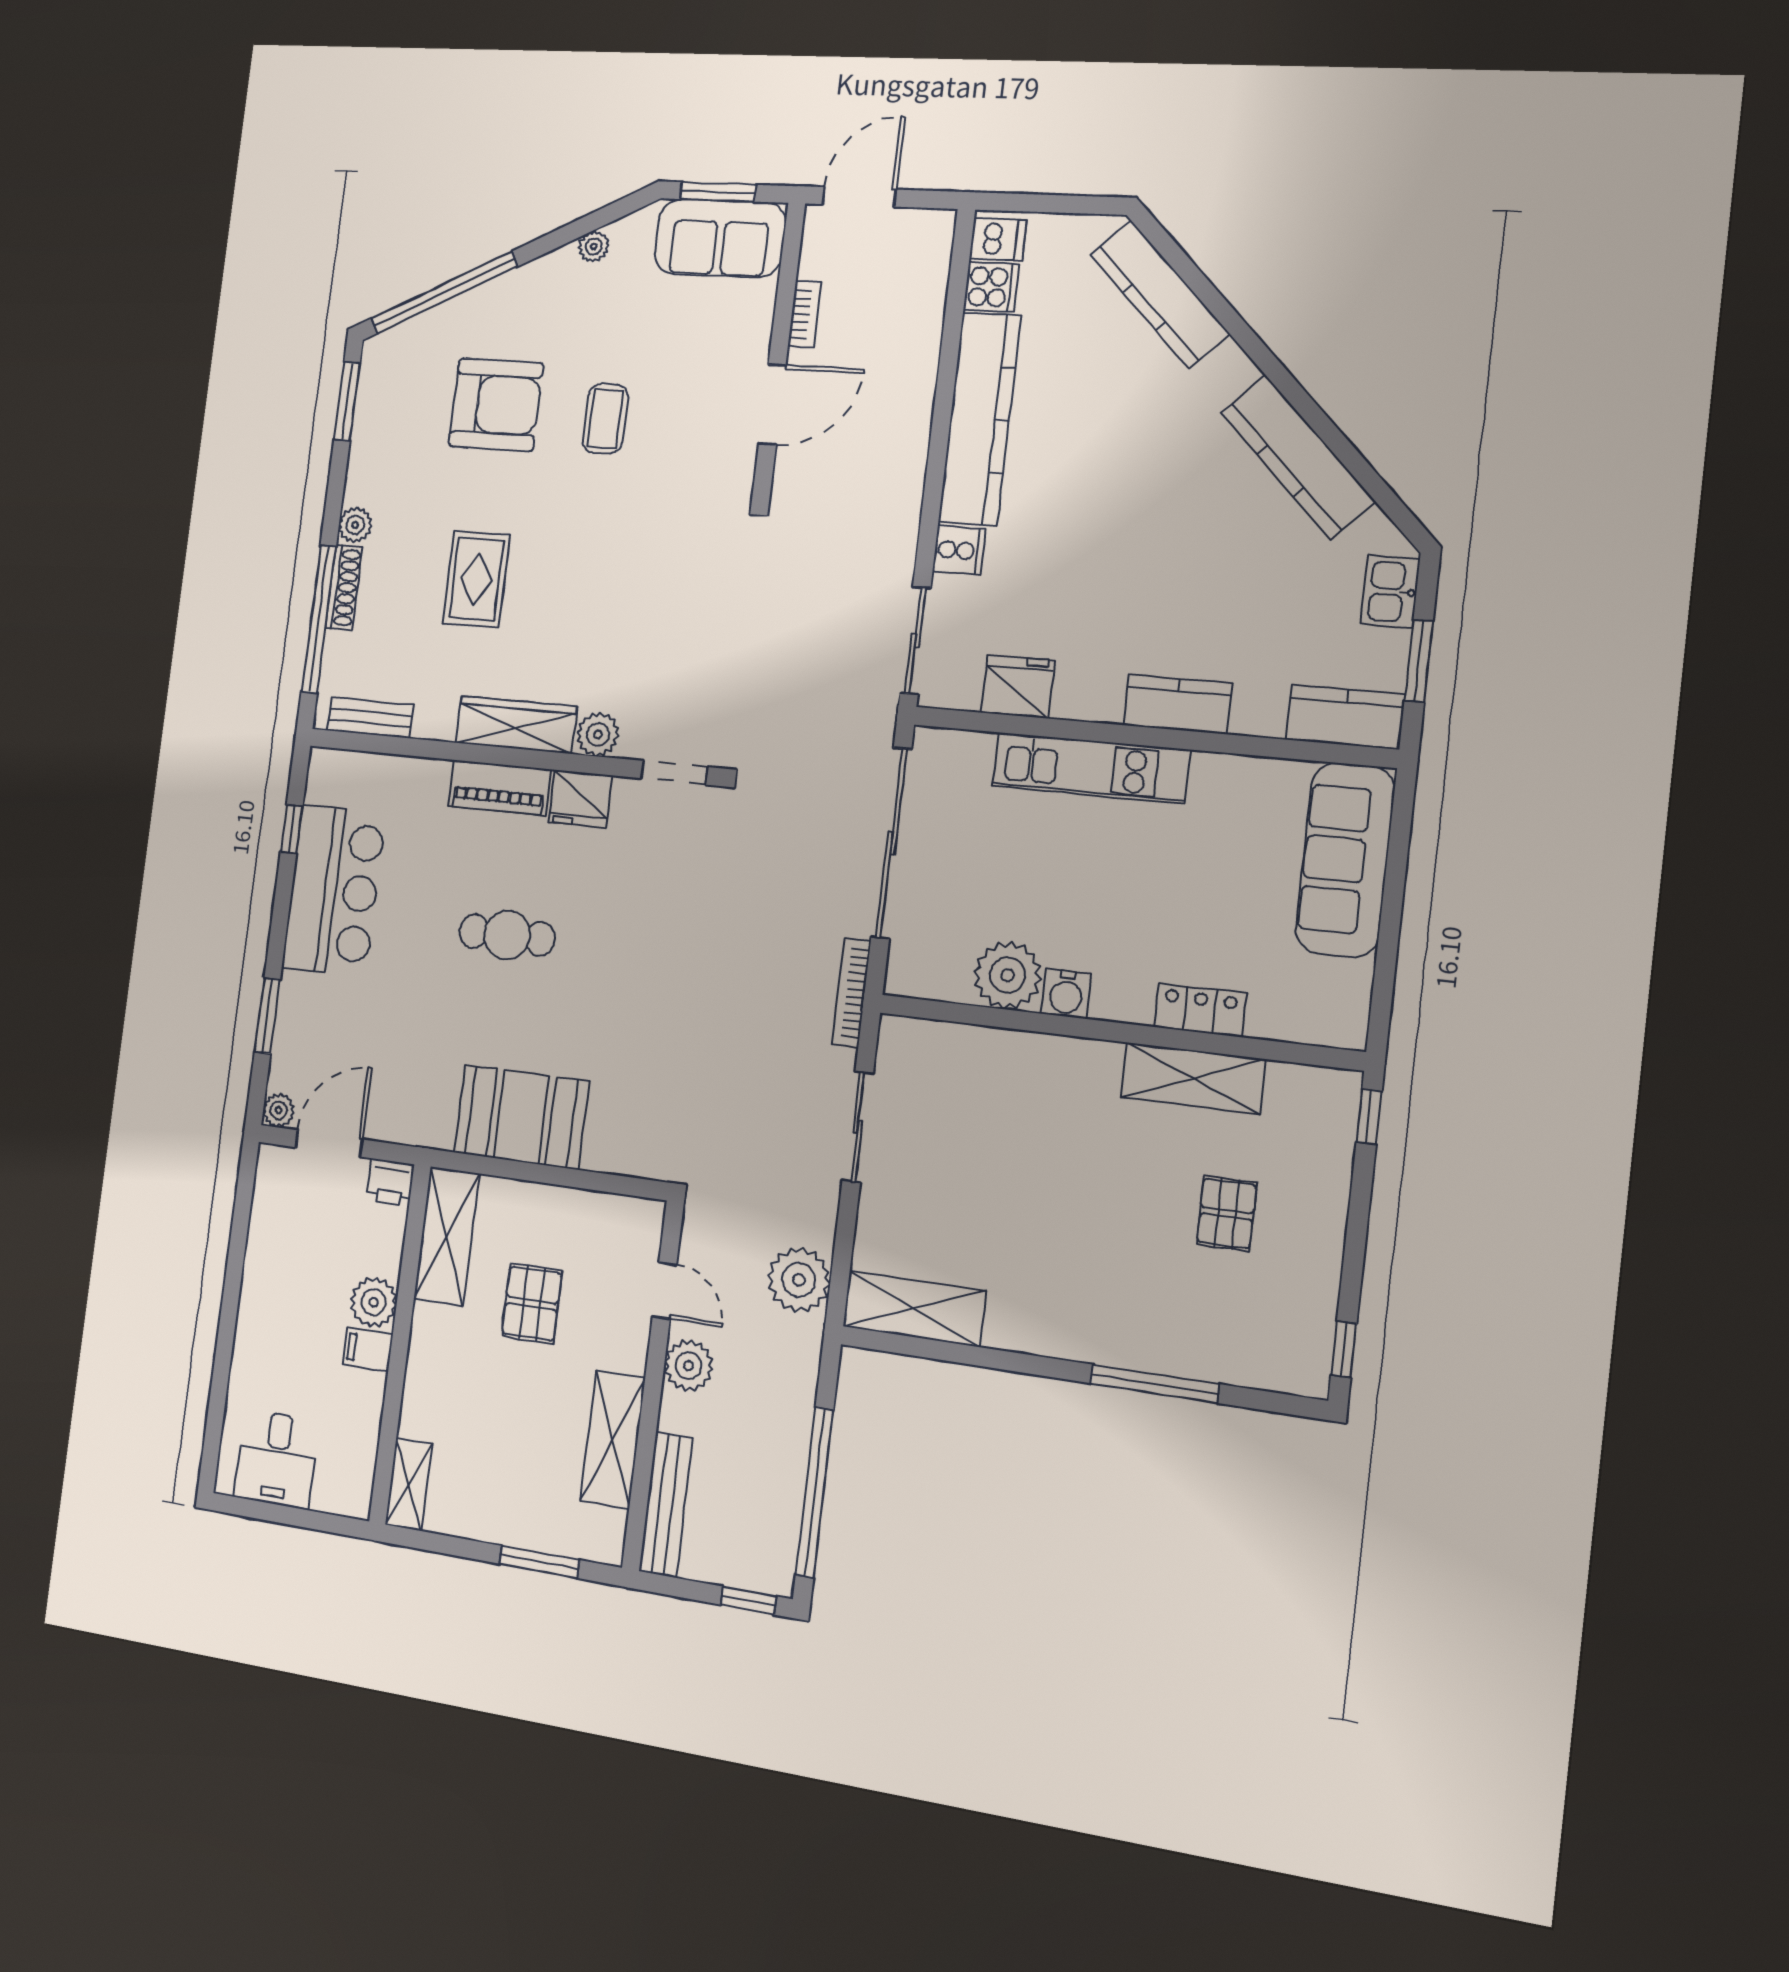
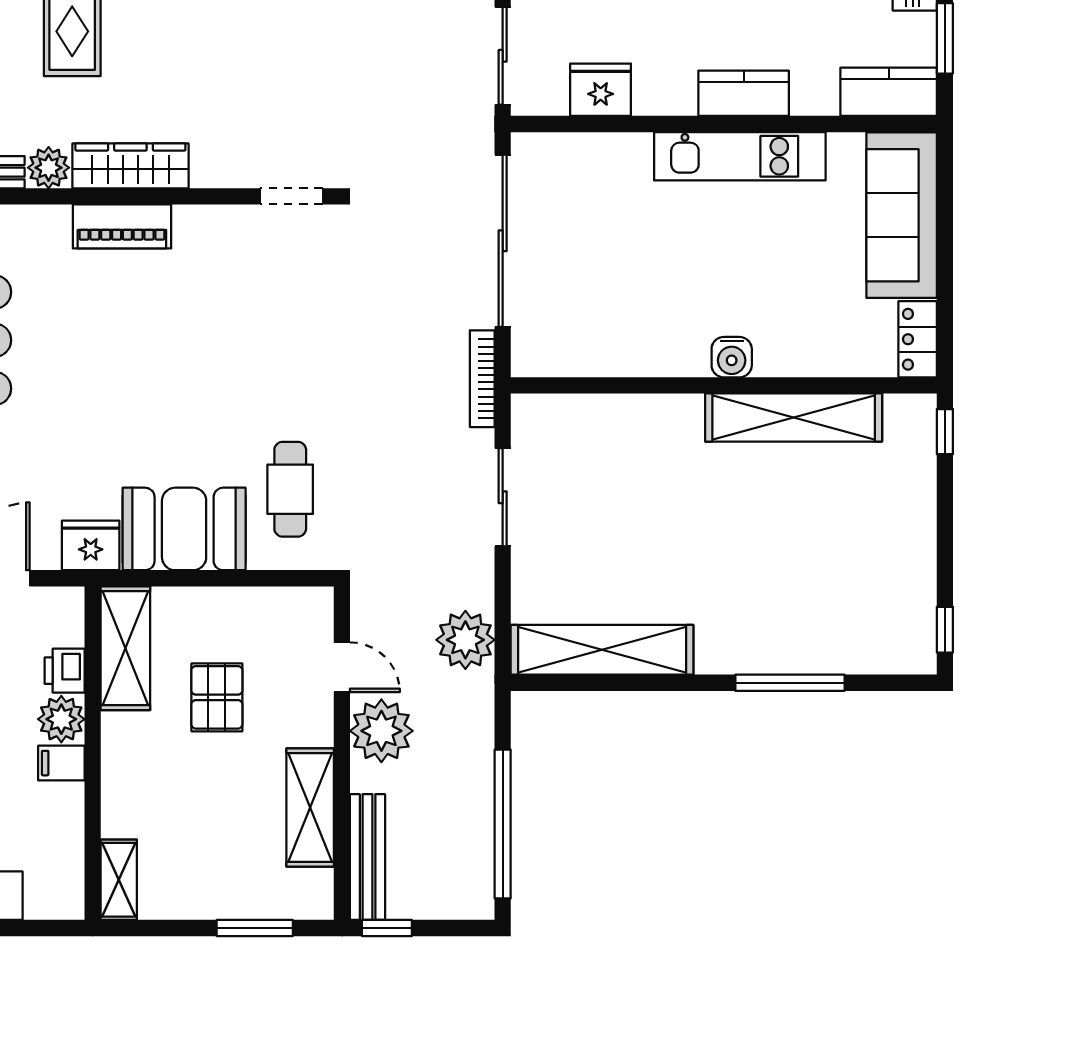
plant: (598, 734) -> (49, 168), moved
kitchen unit: (1091, 768) -> (740, 156), moved
fridge: (580, 799) -> (91, 545), moved, turned 180
cafe table: (507, 935) -> (290, 489), moved, turned 90
plant: (1008, 975) -> (622, 347), removed
water cooler: (1066, 994) -> (732, 357), moved
locker: (1200, 1010) -> (918, 339), moved, turned -90
shelving: (1193, 1078) -> (794, 417), width x1.47
printer: (390, 1182) -> (65, 671), moved, turned 90
pallet: (1227, 1213) -> (835, 529), removed
shelving: (914, 1309) -> (602, 650), width x1.47
plant: (689, 1366) -> (381, 731), width x1.36, depth x1.36
window: (748, 1600) -> (387, 928), moved

